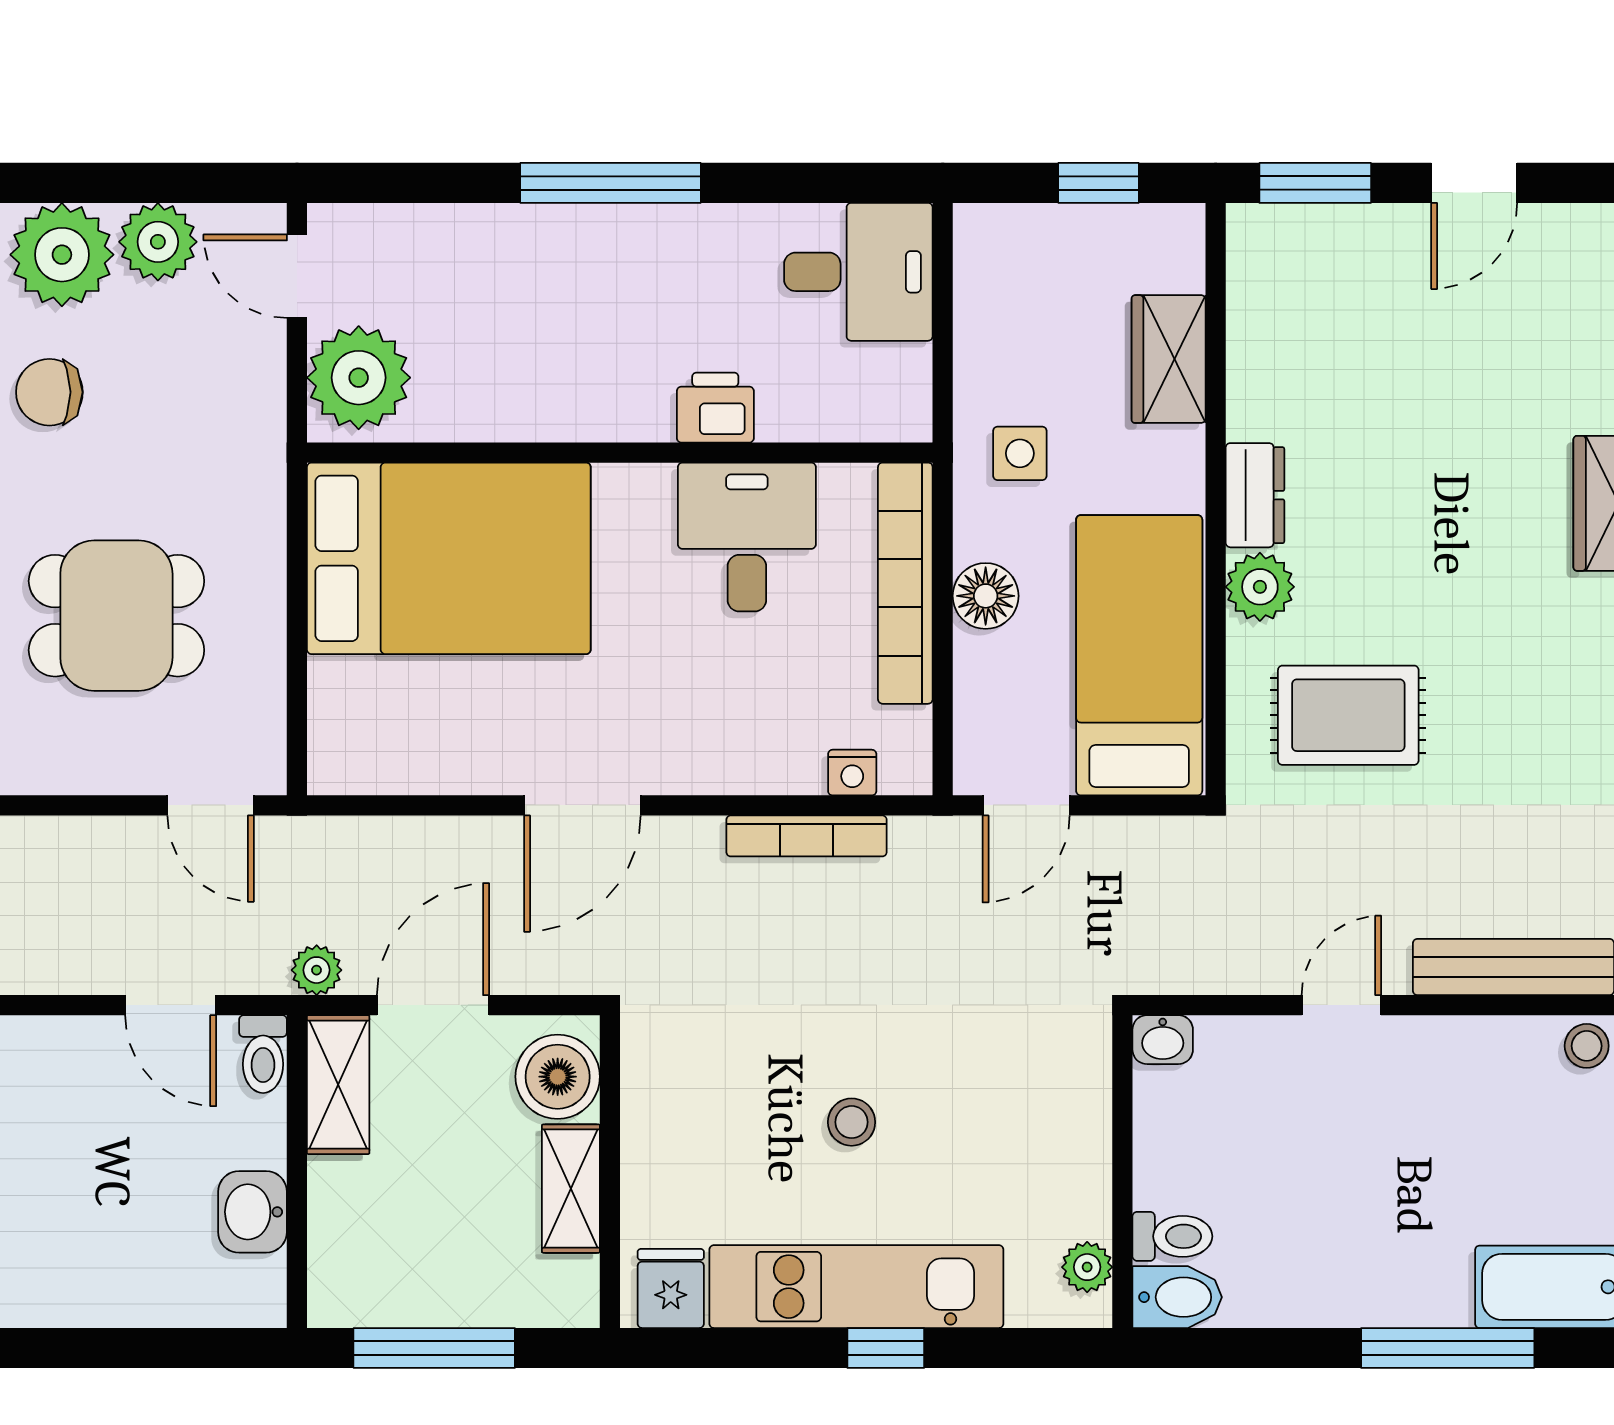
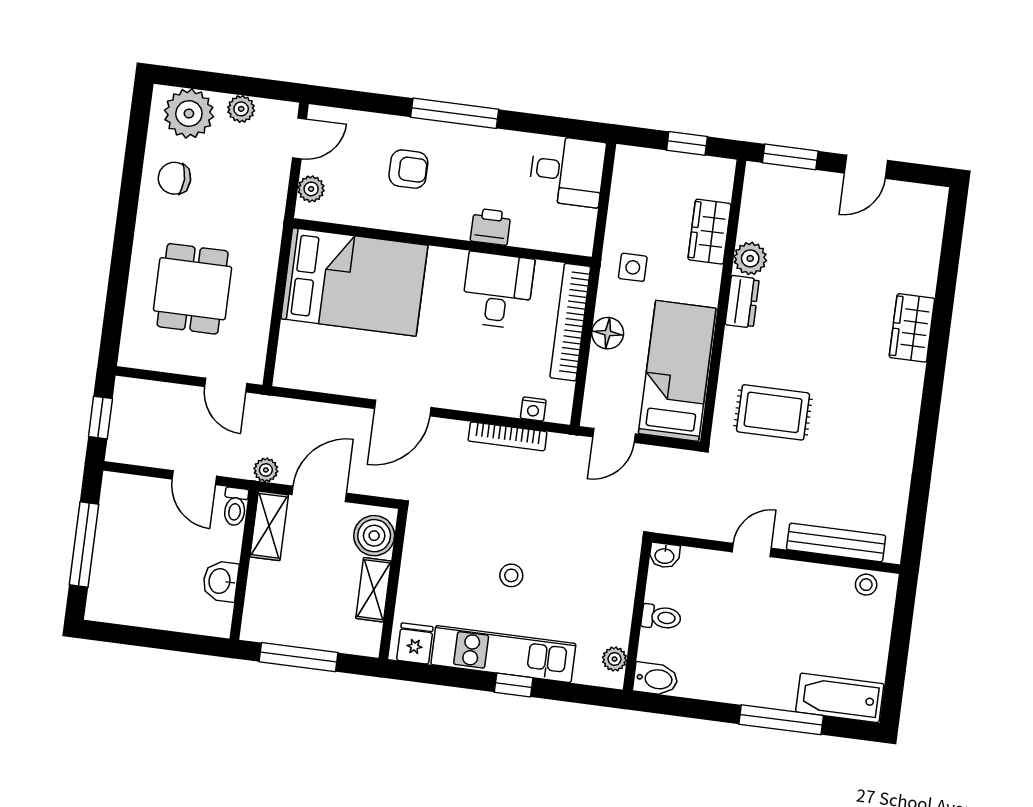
plant: (158, 242) -> (241, 109), width x0.73, depth x0.73
door: (297, 276) -> (299, 138), swing flipped
armchair: (530, 311) -> (408, 169), added
plant: (359, 378) -> (311, 189), width x0.53, depth x0.53
plant: (1260, 587) -> (750, 258), moved
dining table: (116, 616) -> (193, 289), turned 90
toilet: (1172, 1236) -> (661, 617), moved

